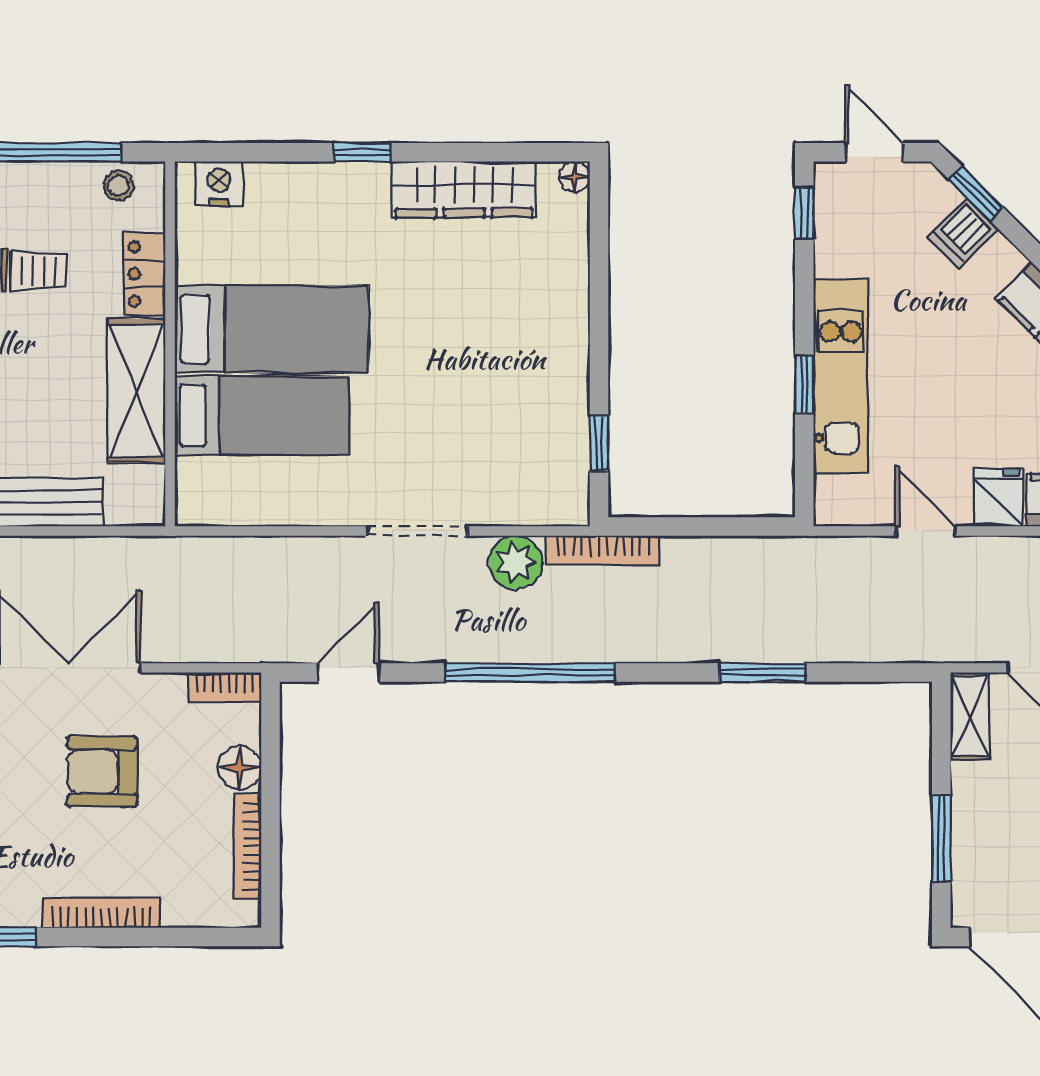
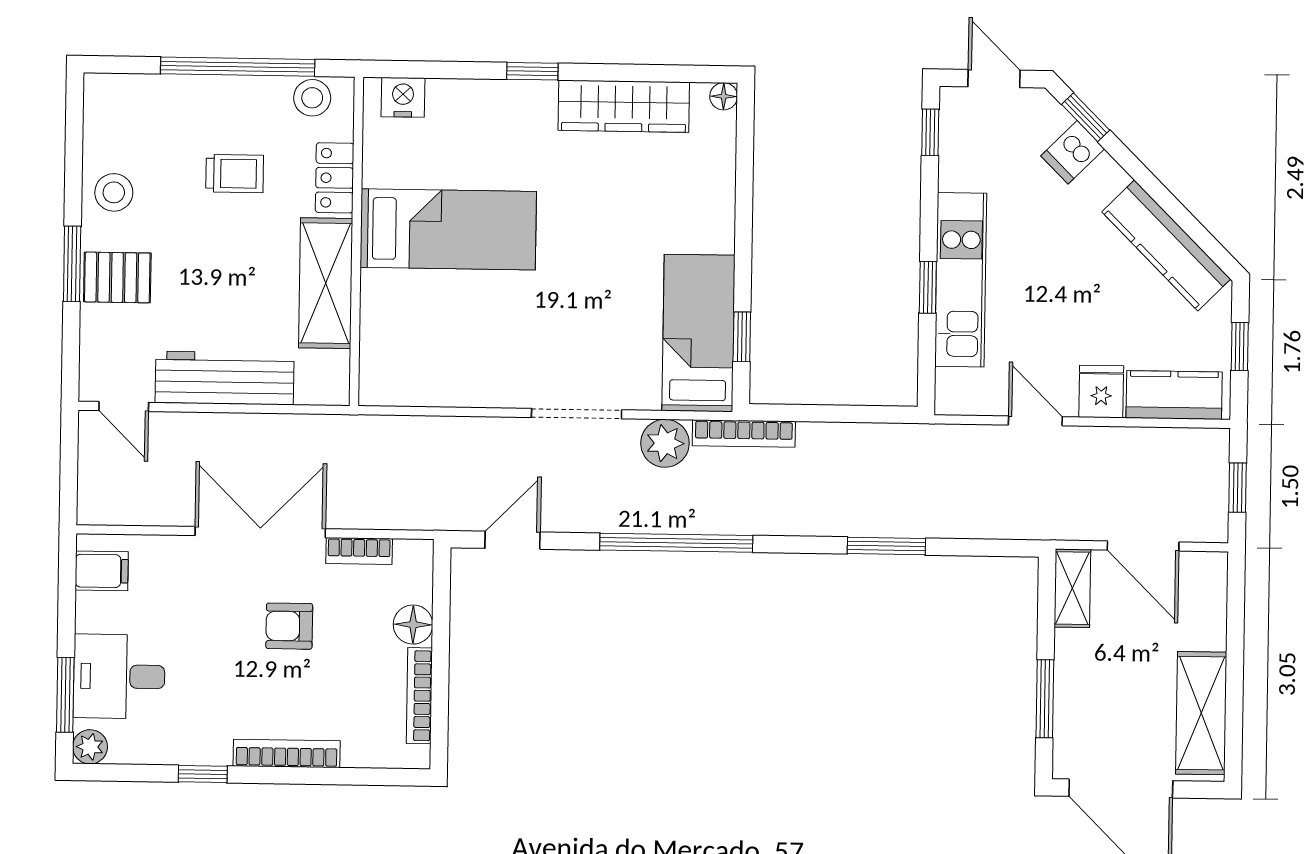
stool: (118, 186) -> (312, 98), width x1.37, depth x1.37
bed: (261, 416) -> (698, 333), moved, turned -90
bookcase: (225, 687) -> (359, 551), moved
armchair: (102, 772) -> (289, 626), width x0.72, depth x0.72

